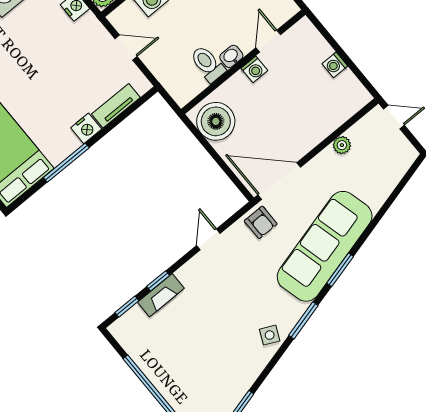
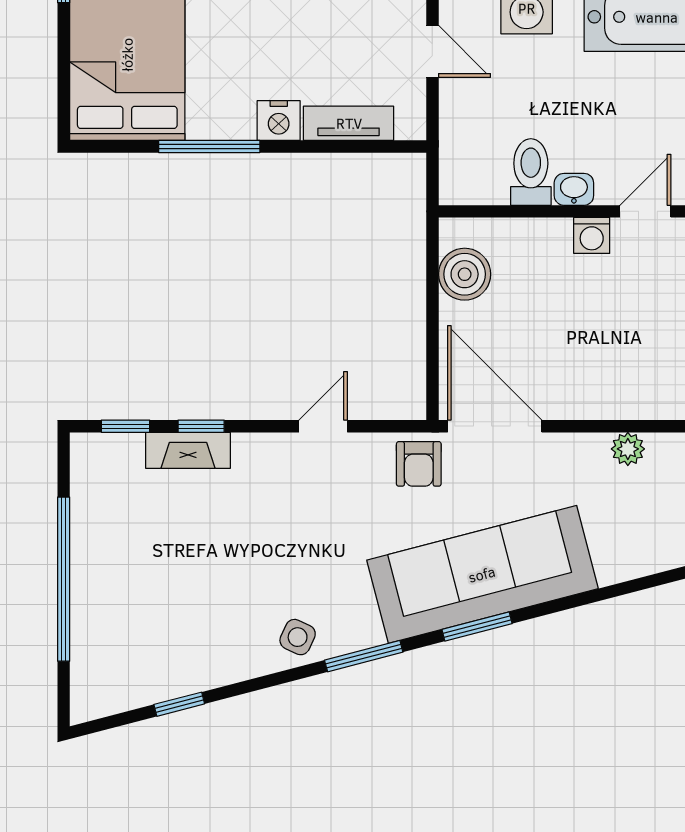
boiler: (216, 121) -> (465, 274), width x0.73, depth x0.73

